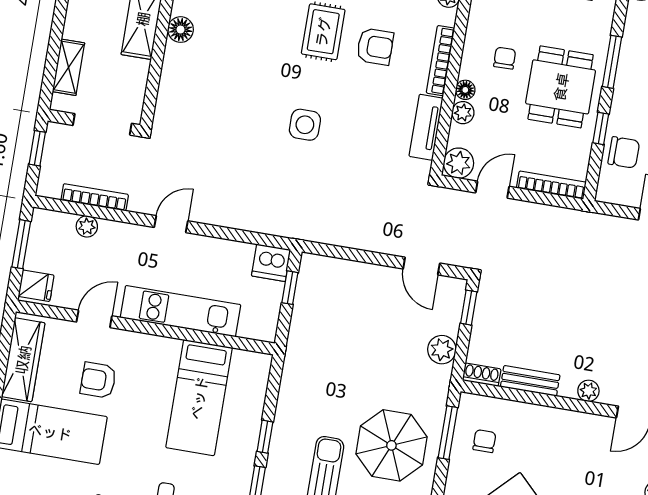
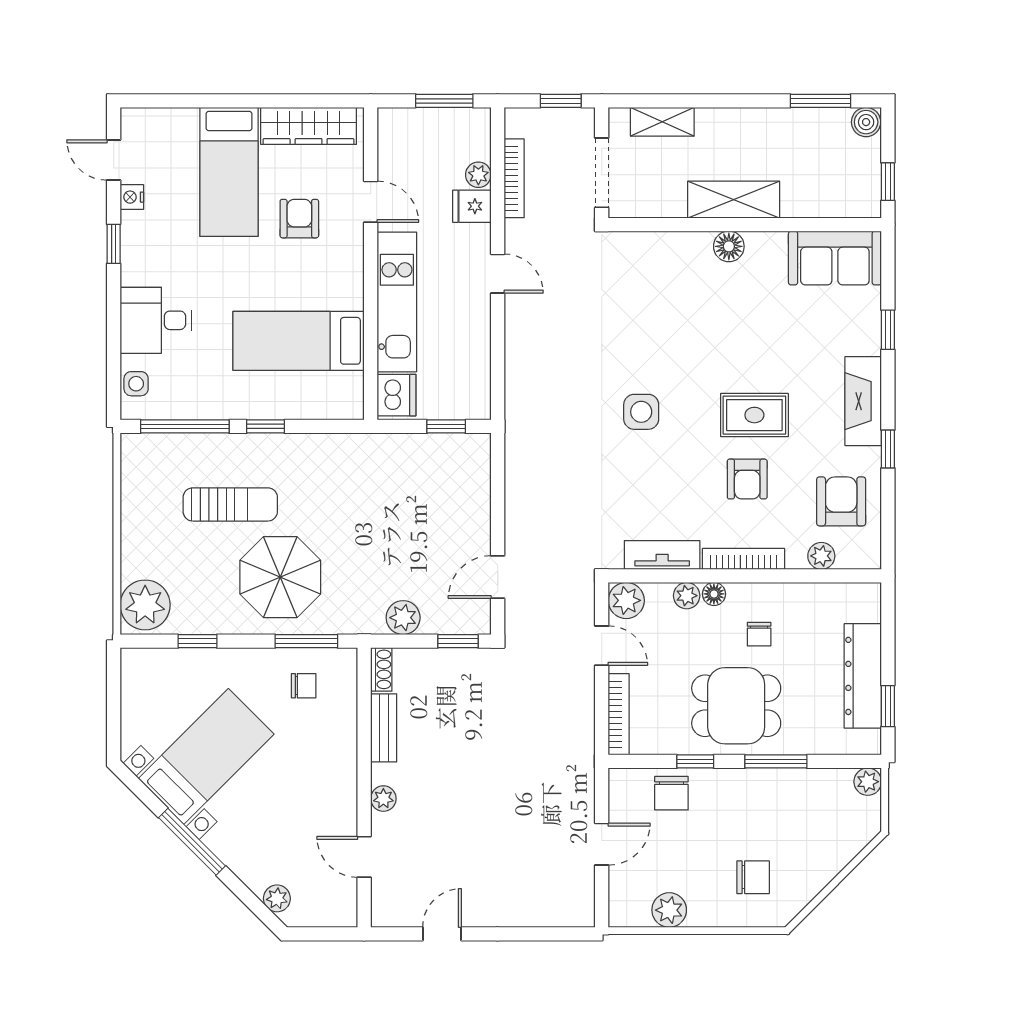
chair: (505, 58) -> (759, 634), turned 91
dishwasher: (271, 263) -> (397, 395), moved, turned 180
fridge: (36, 286) -> (472, 206), moved, turned 90

